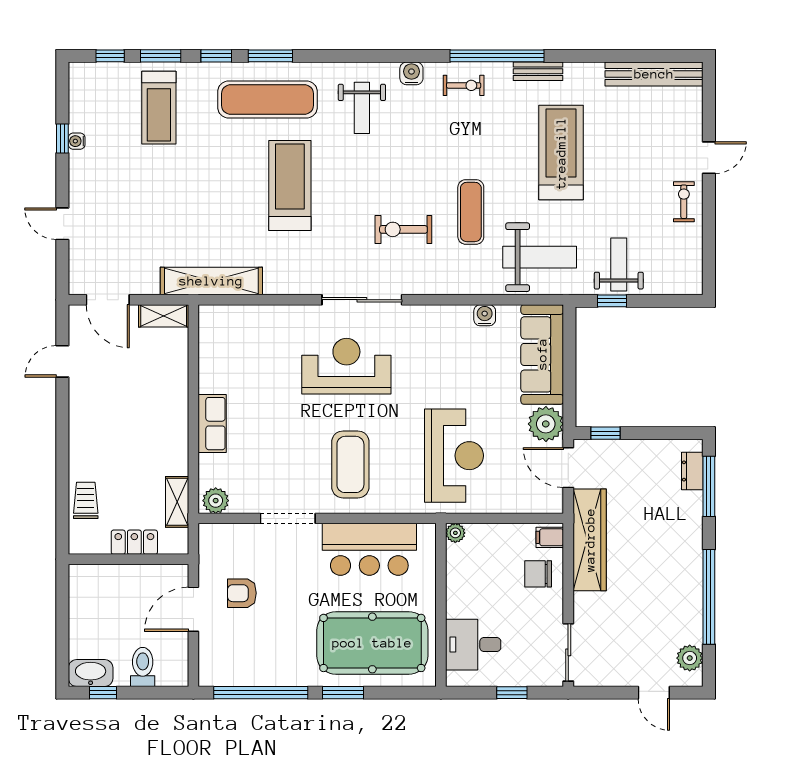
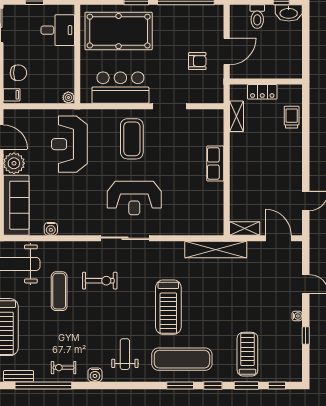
water cooler: (77, 141) -> (297, 316), moved
trolley: (86, 500) -> (292, 117), turned 180
plant: (216, 501) -> (213, 117), removed

